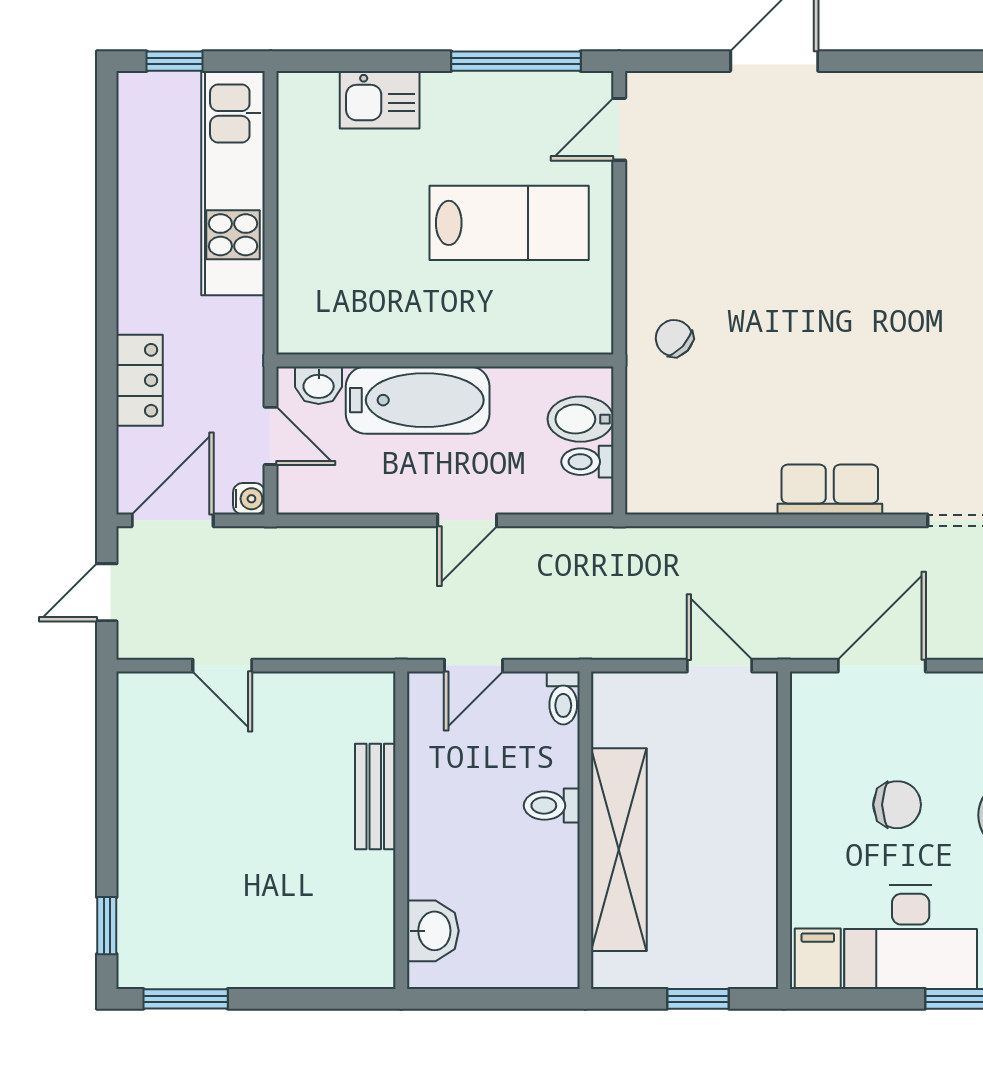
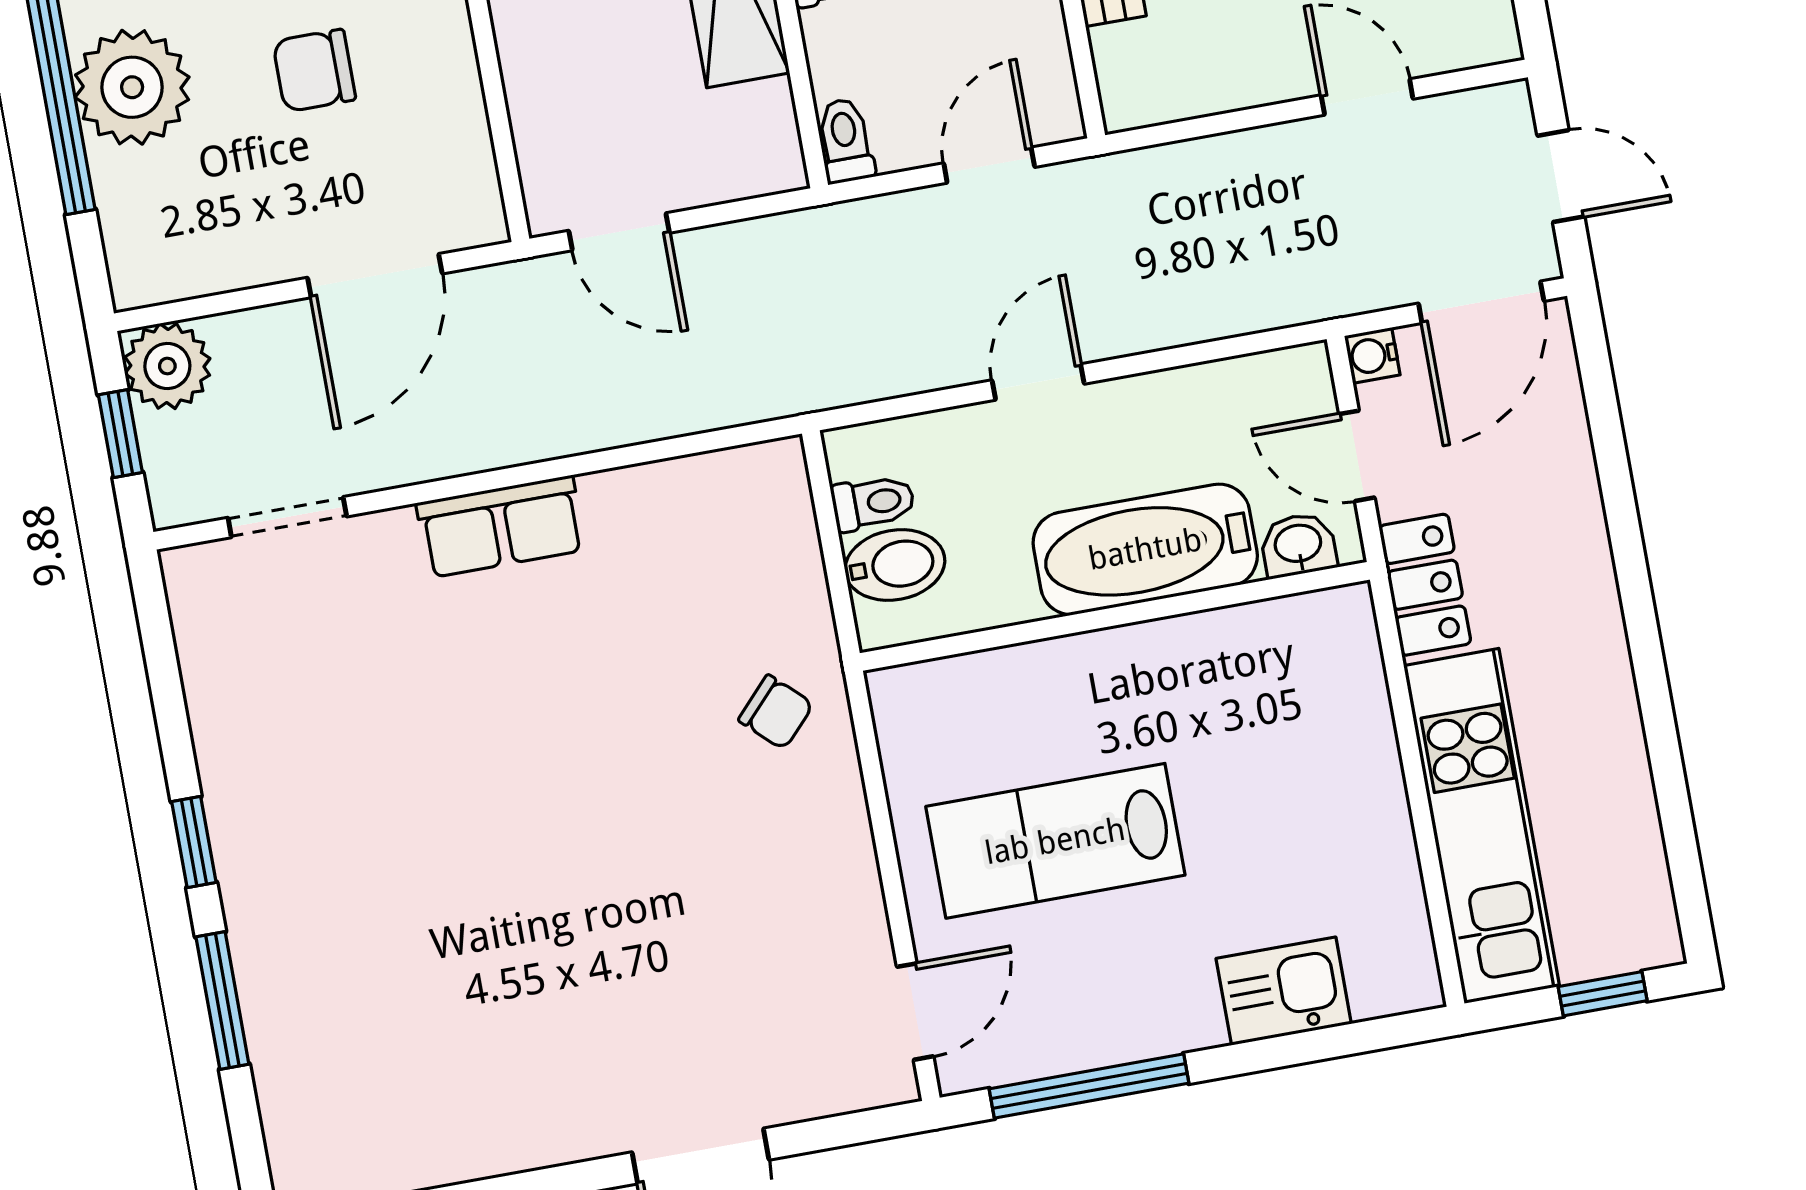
locker: (140, 380) -> (1425, 585), moved, turned 180
door: (107, 592) -> (1561, 176), hinge flipped

